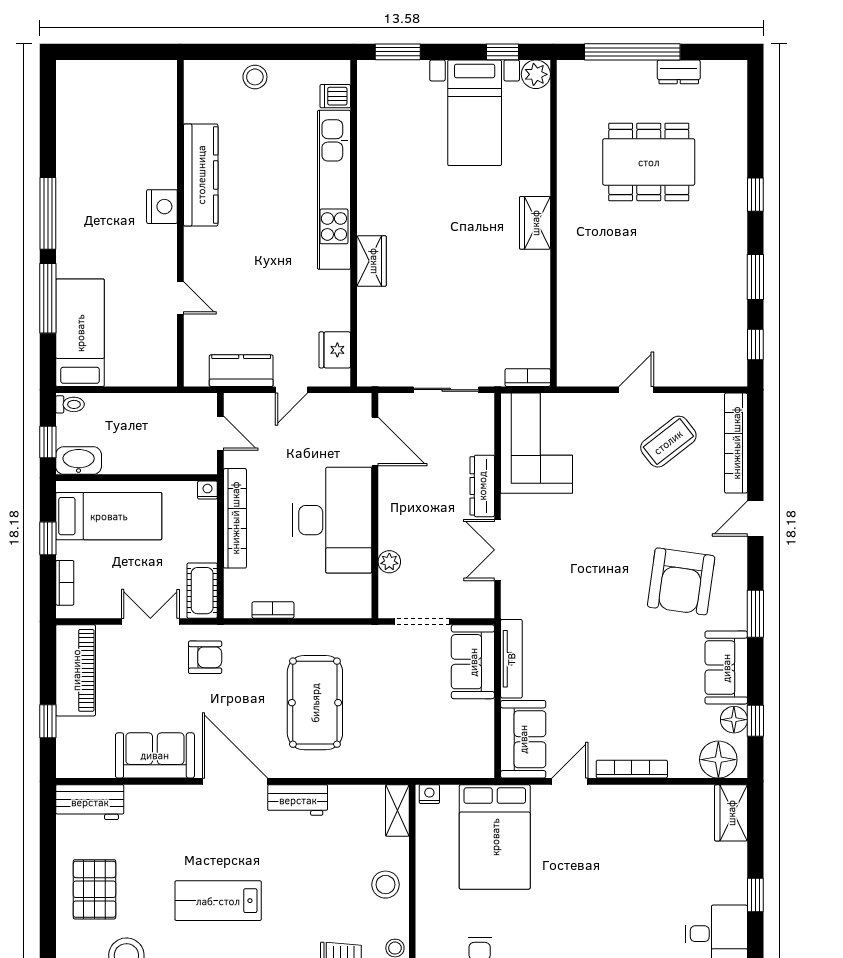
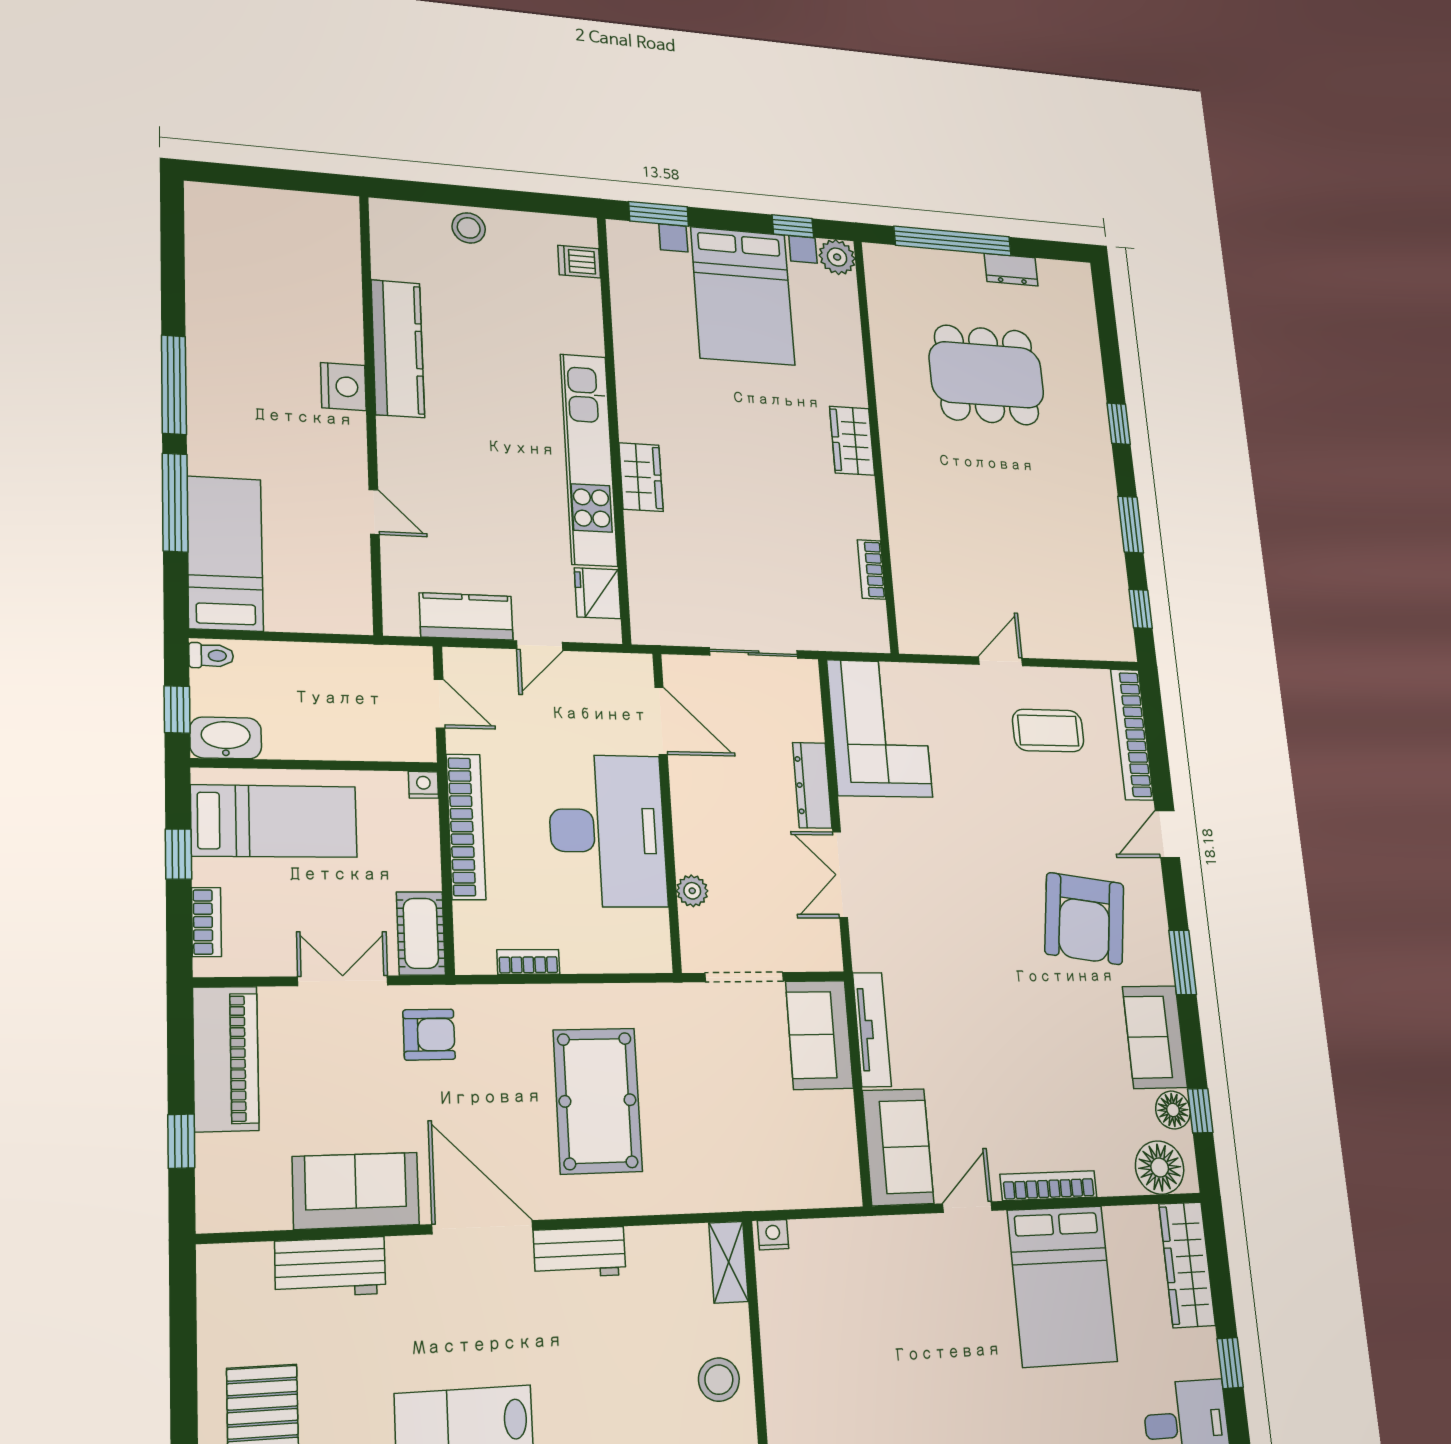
bed with nightstands: (475, 113) -> (743, 296), width x1.36
kitchen unit: (334, 190) -> (589, 459), moved
bookcase: (528, 378) -> (872, 569), moved, turned -90
coffee table: (668, 442) -> (1048, 731), turned 38
workbench: (90, 802) -> (330, 1267), moved
wardrobe: (731, 813) -> (1187, 1264), width x1.50
bed: (495, 837) -> (1062, 1286), moved

